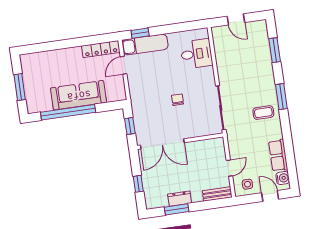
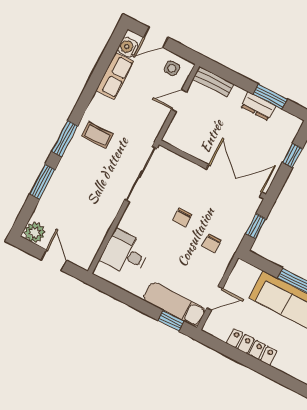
plant: (259, 28) -> (35, 232), added
locker: (101, 49) -> (252, 347), moved
window: (275, 50) -> (42, 182), moved
chair: (149, 97) -> (212, 243), added
door: (270, 196) -> (156, 37), hinge flipped

